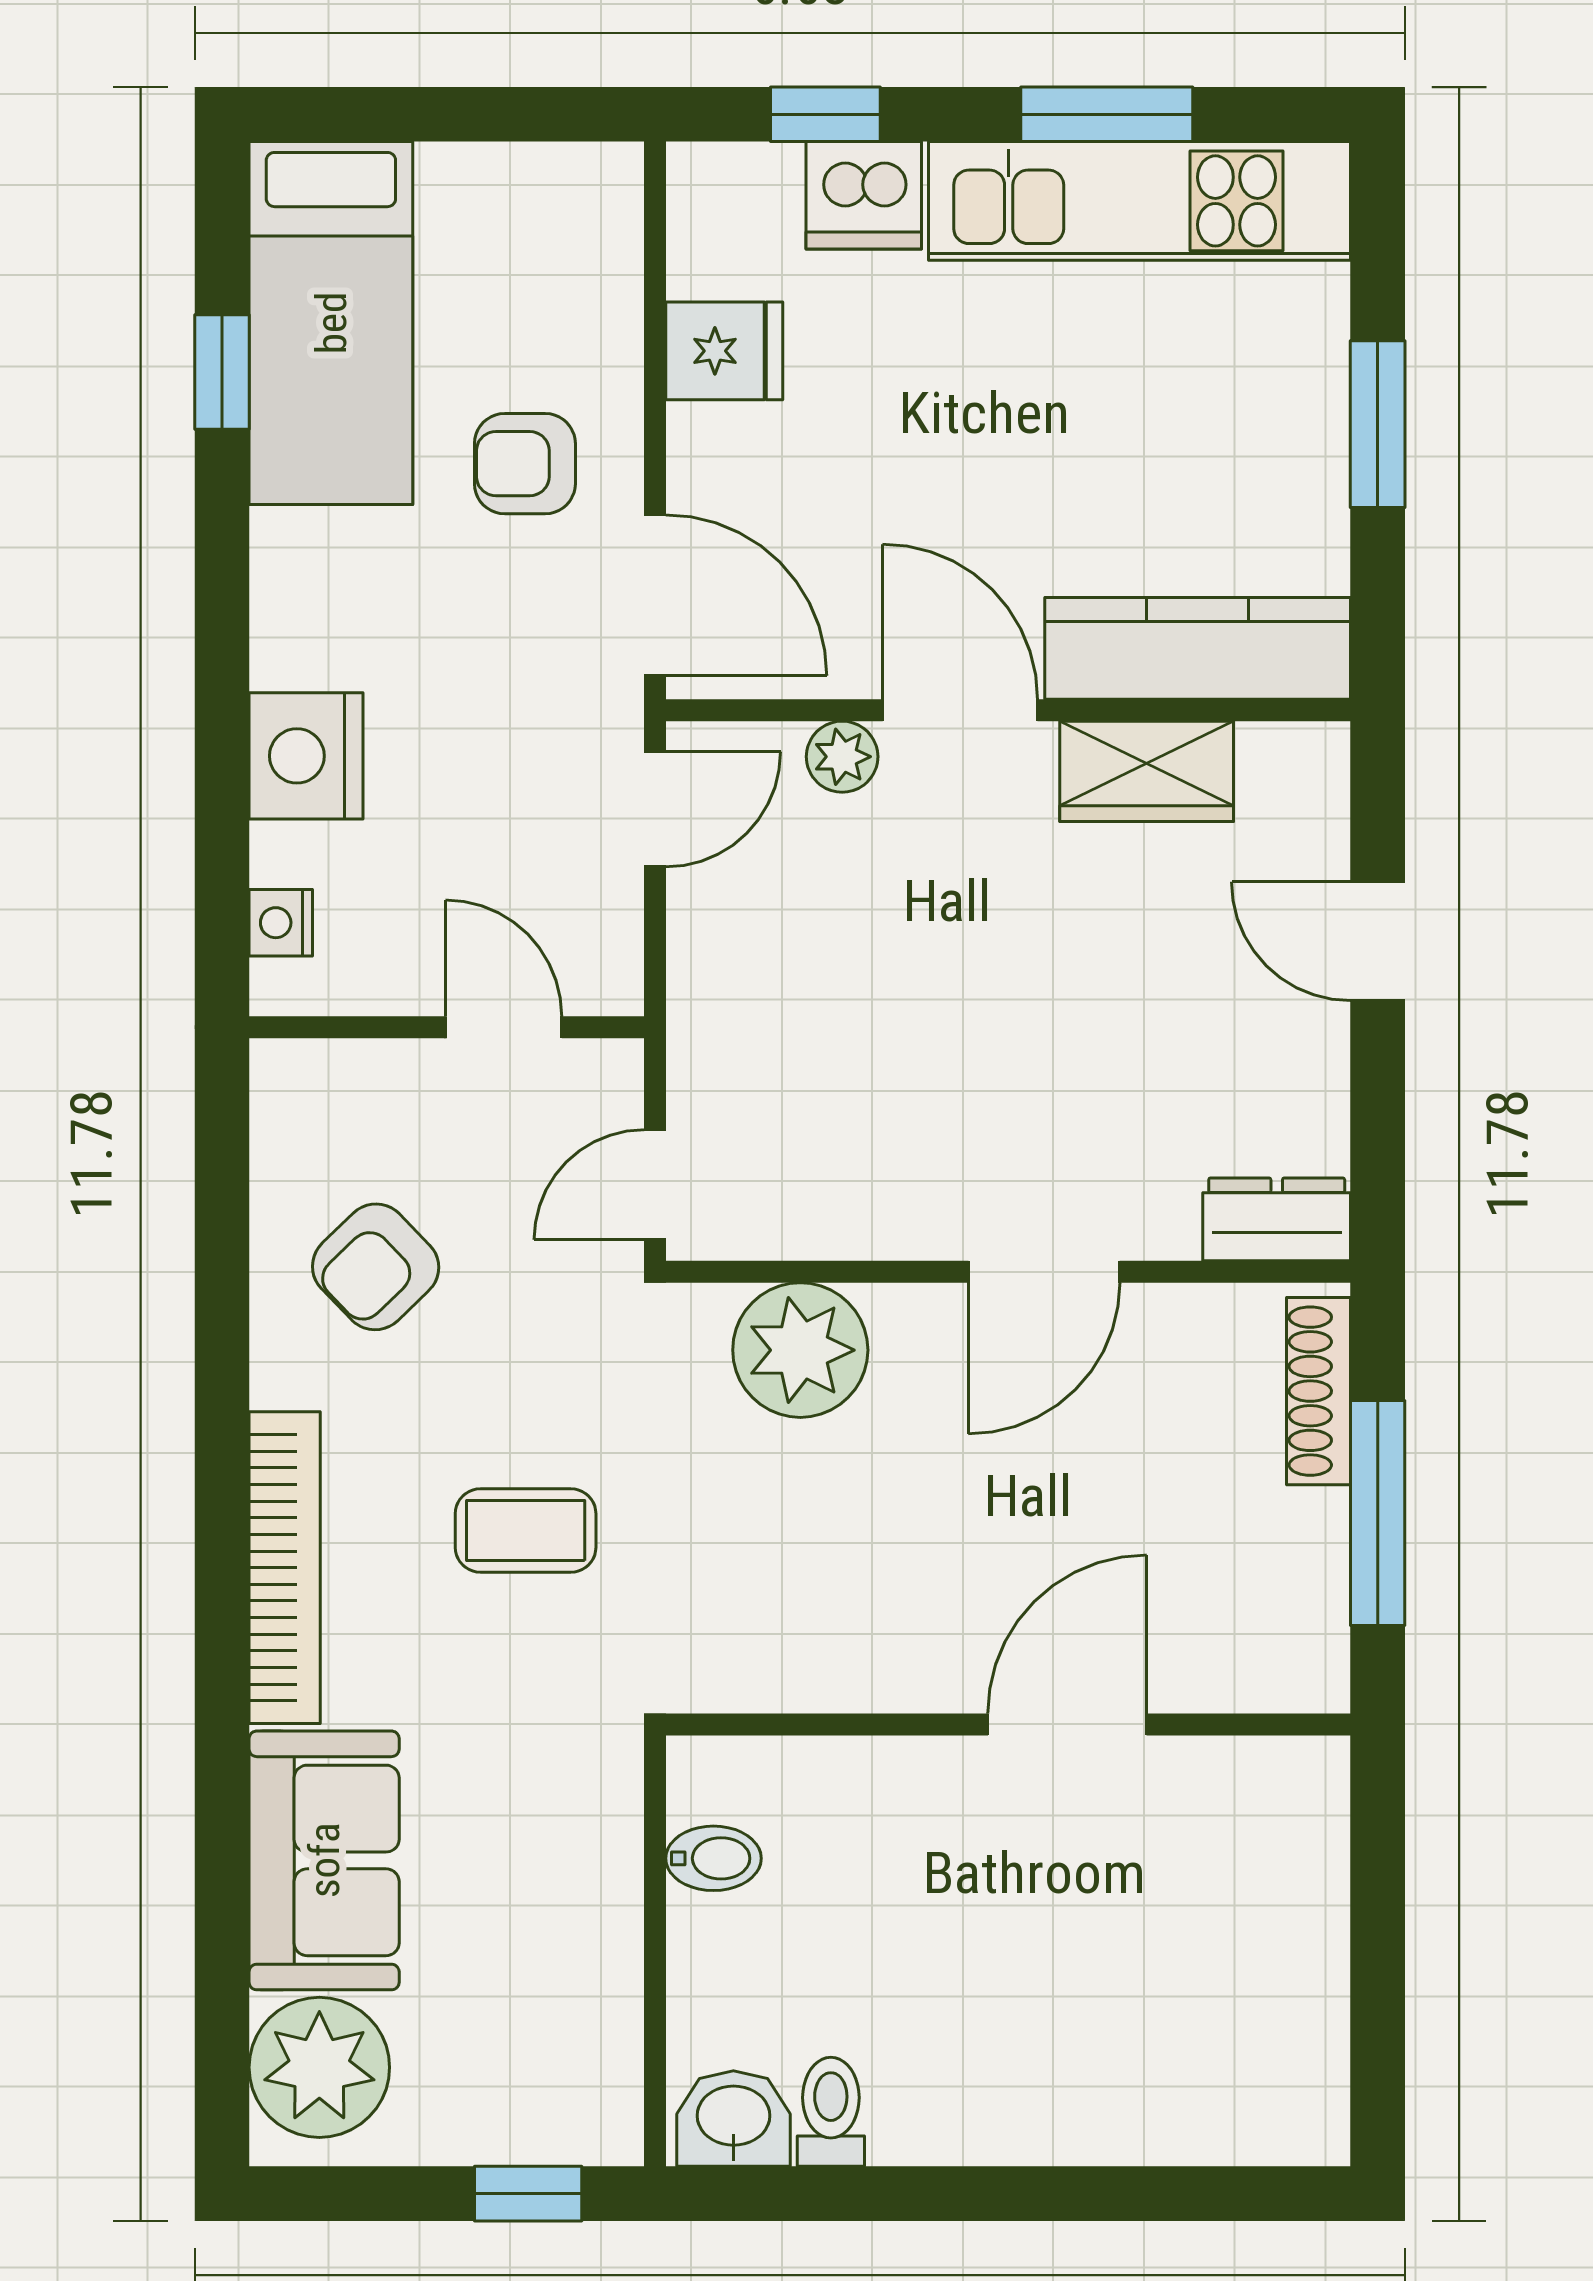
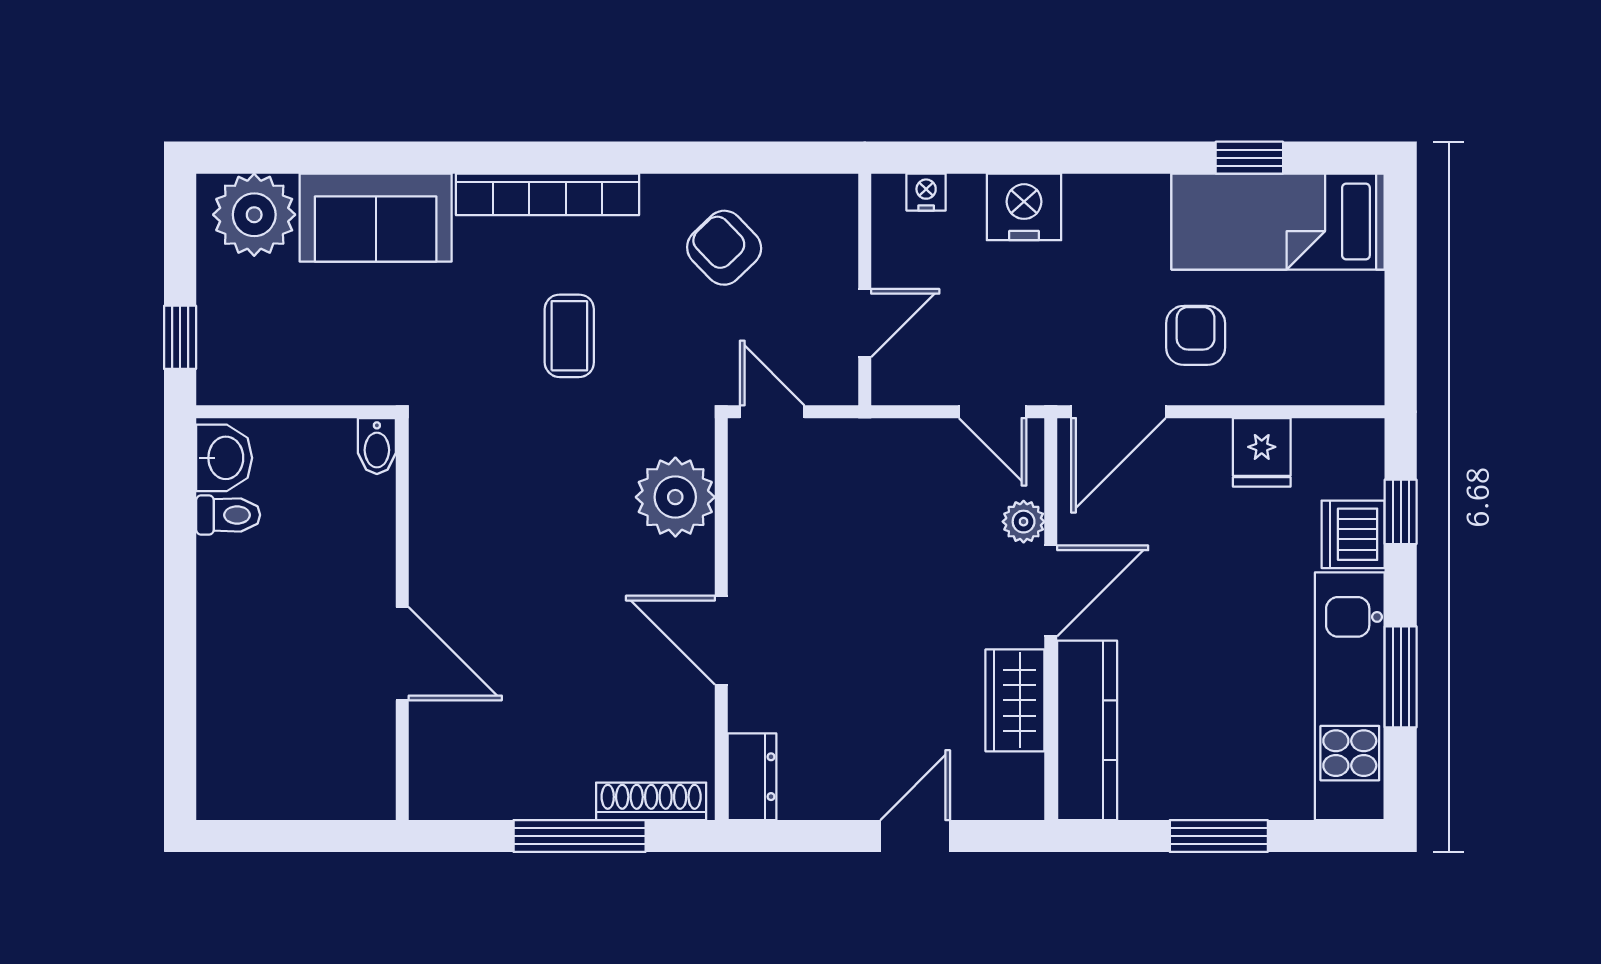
wall: (1008, 1724) -> (402, 619), moved
door: (1067, 1724) -> (402, 654), moved

